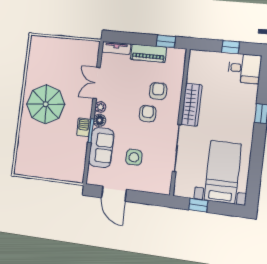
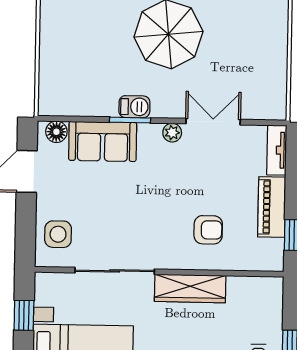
armchair: (148, 114) -> (168, 216), removed
floor lamp: (99, 120) -> (56, 132), moved
side table: (134, 157) -> (58, 234), moved

